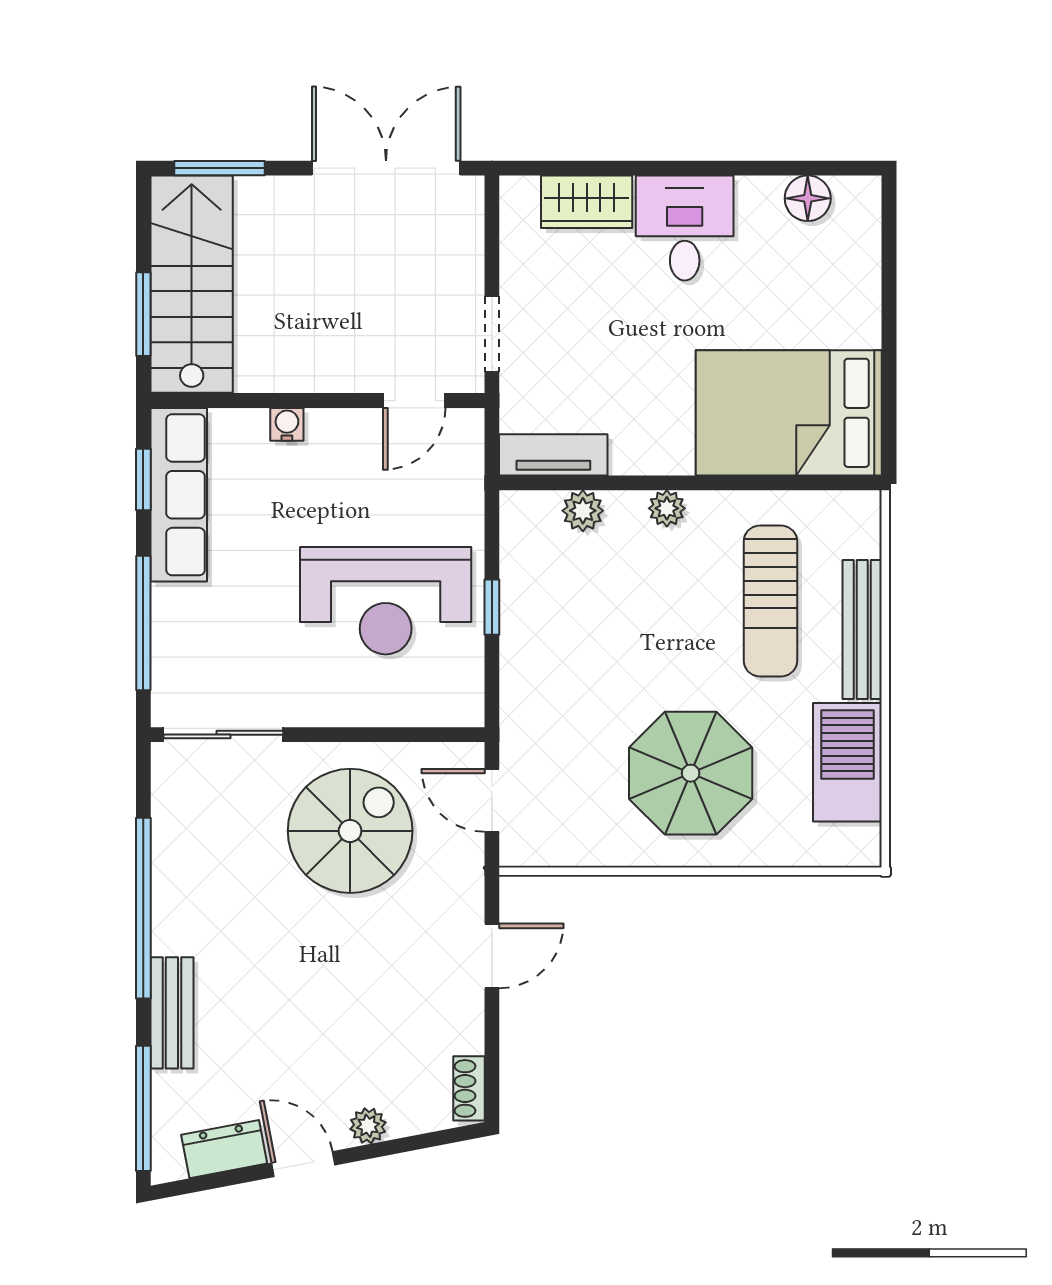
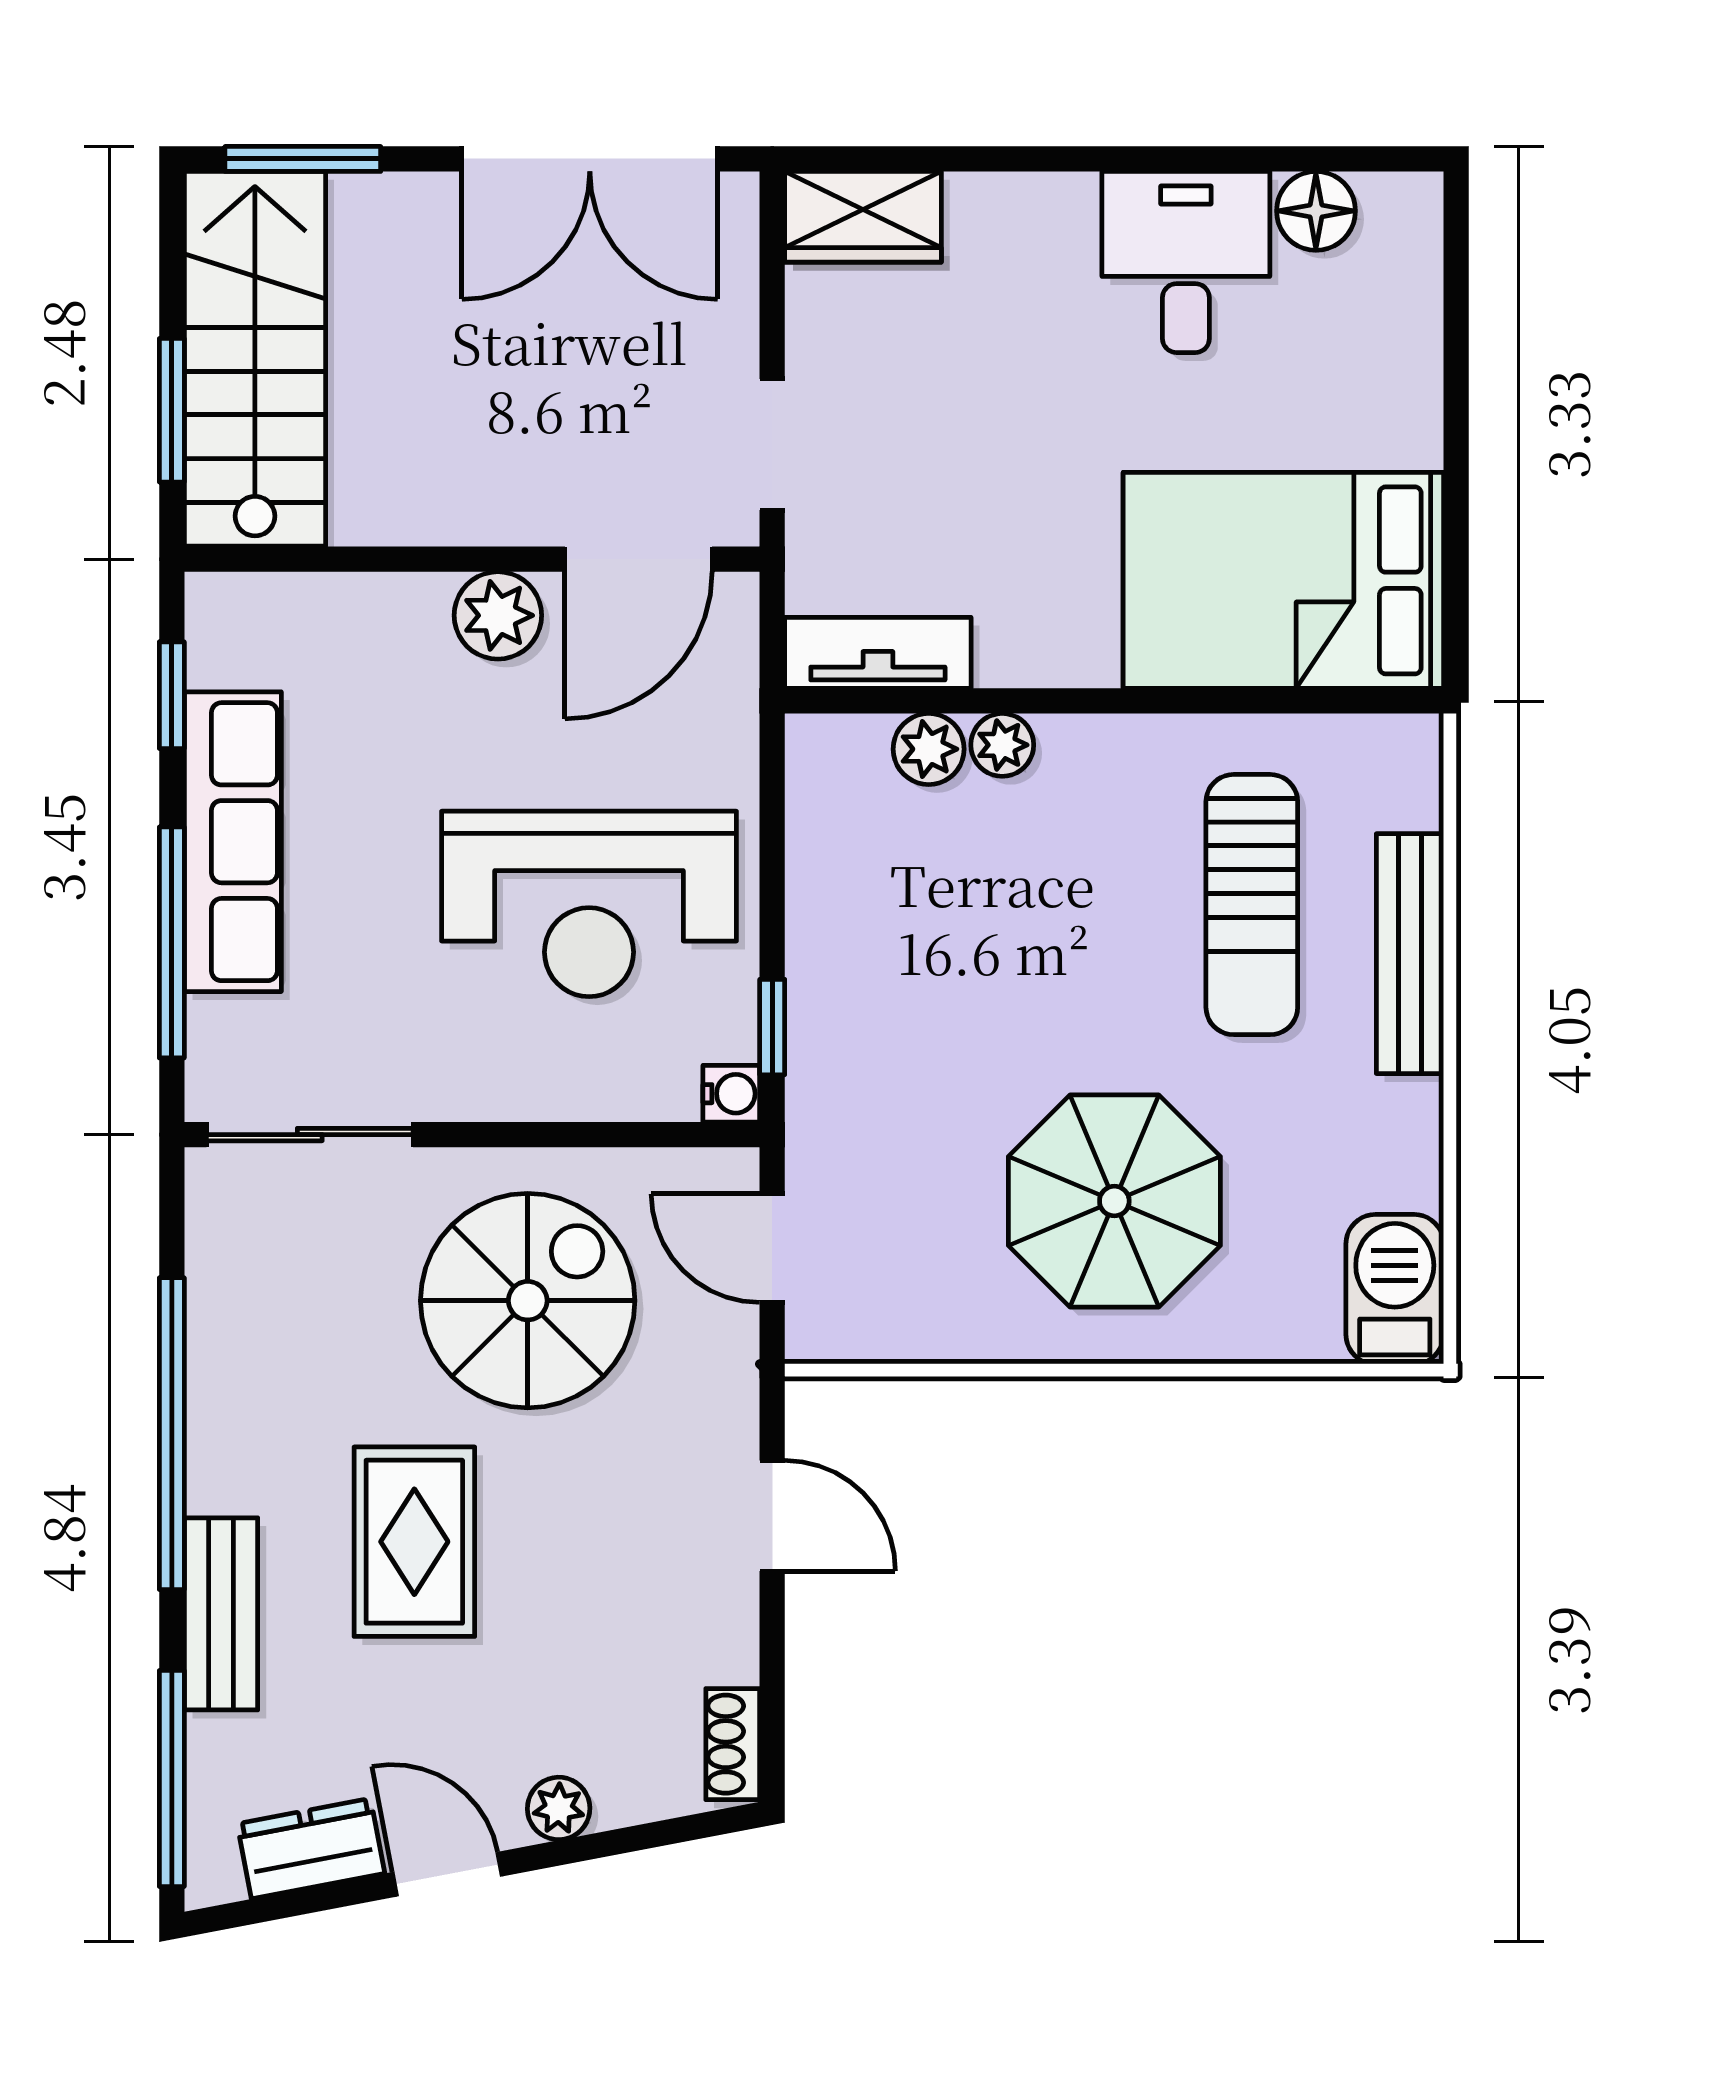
double door: (386, 168) -> (590, 159), swing flipped
wardrobe: (587, 202) -> (863, 217), moved
desk: (685, 228) -> (1186, 262), moved
door: (414, 401) -> (638, 559), width x1.38
water cooler: (287, 424) -> (731, 1094), moved, turned 90
plant: (333, 433) -> (498, 615), added
row of seats: (179, 495) -> (233, 842), moved
plant: (667, 508) -> (1002, 745), moved
window: (492, 607) -> (772, 1027), moved
barbecue: (847, 762) -> (1395, 1289), moved, width x0.73, depth x0.83
door: (492, 956) -> (772, 1516), hinge flipped
rug: (284, 971) -> (414, 1542), added

